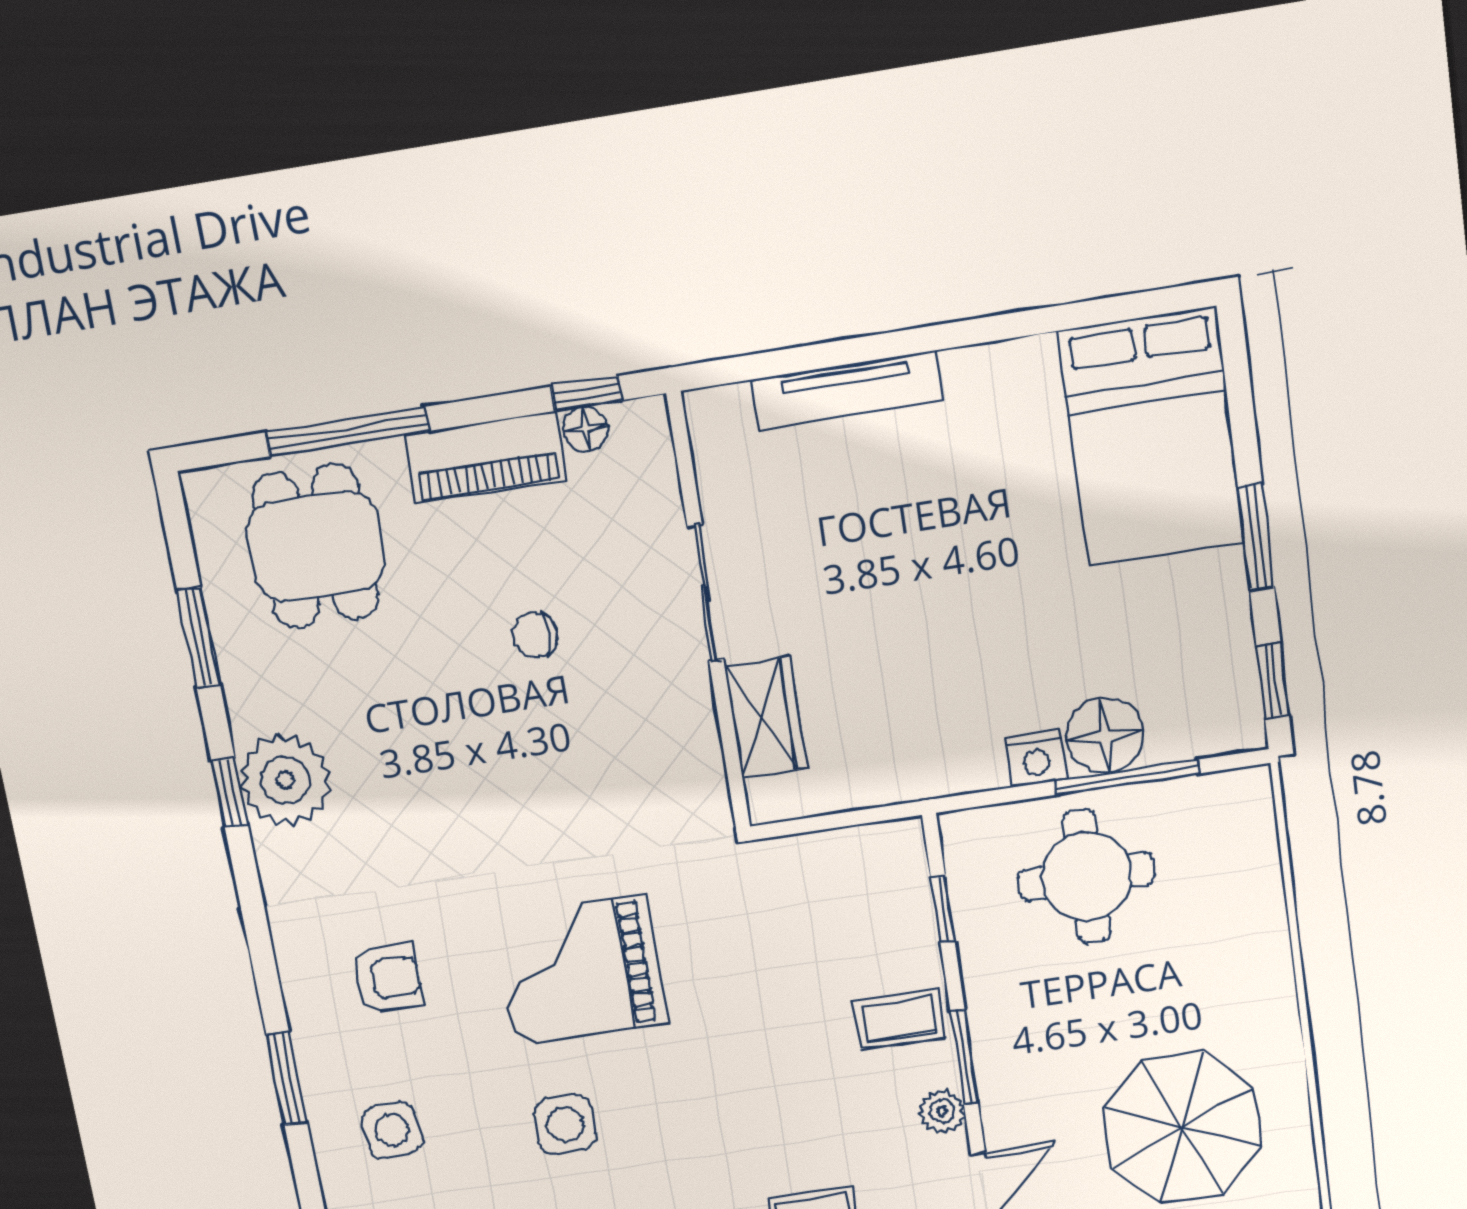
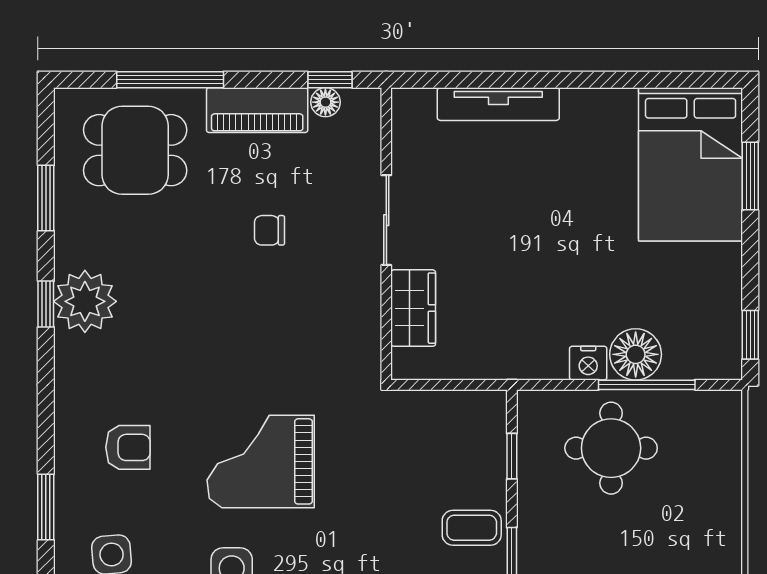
window: (1256, 537) -> (750, 176), moved
dining table: (316, 546) -> (135, 150), turned 90

